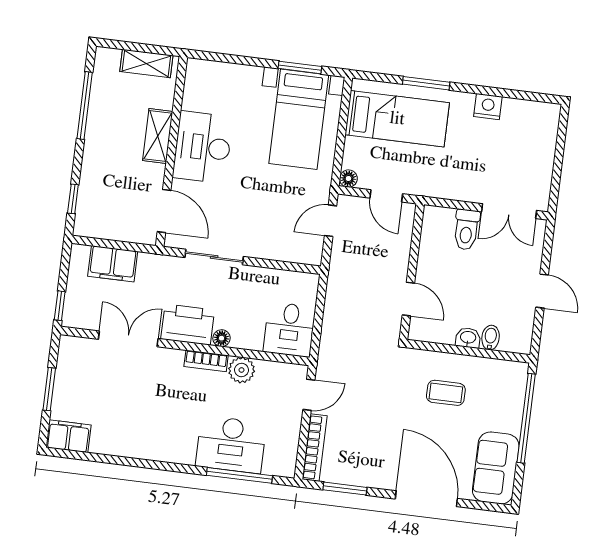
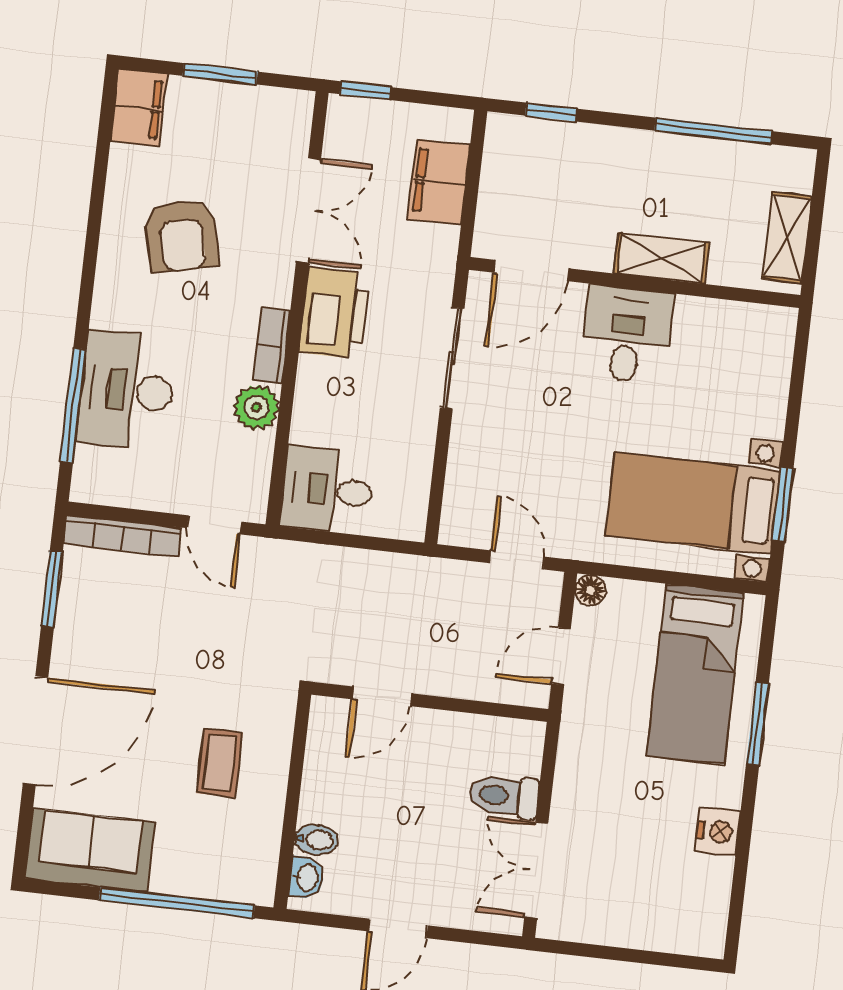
desk: (203, 147) -> (627, 335), width x0.73
floor lamp: (222, 338) -> (311, 372), removed
washbasin: (468, 338) -> (307, 878), moved
armchair: (142, 412) -> (182, 236), added

